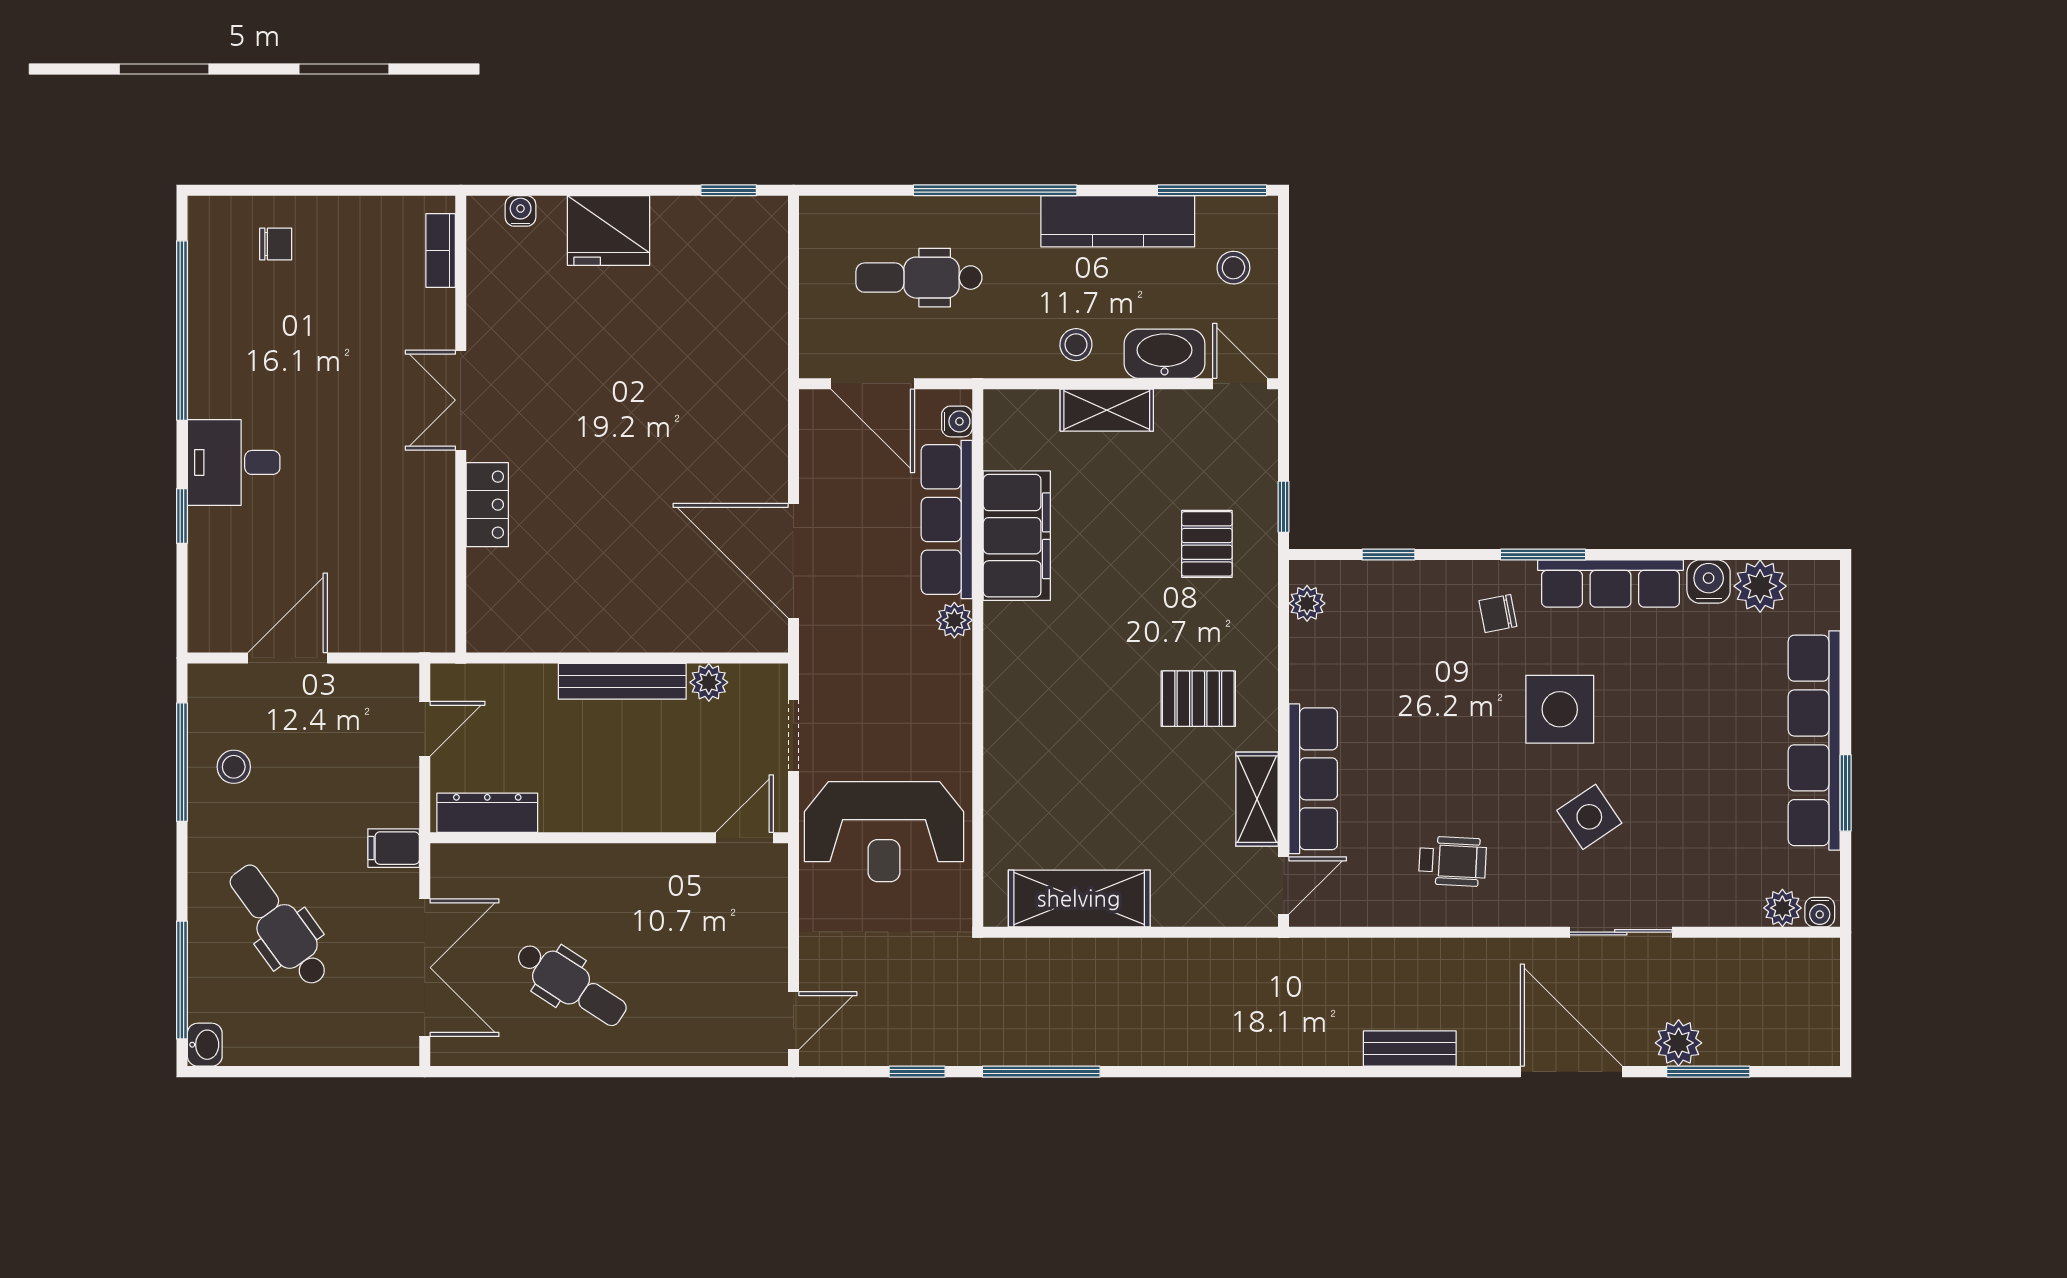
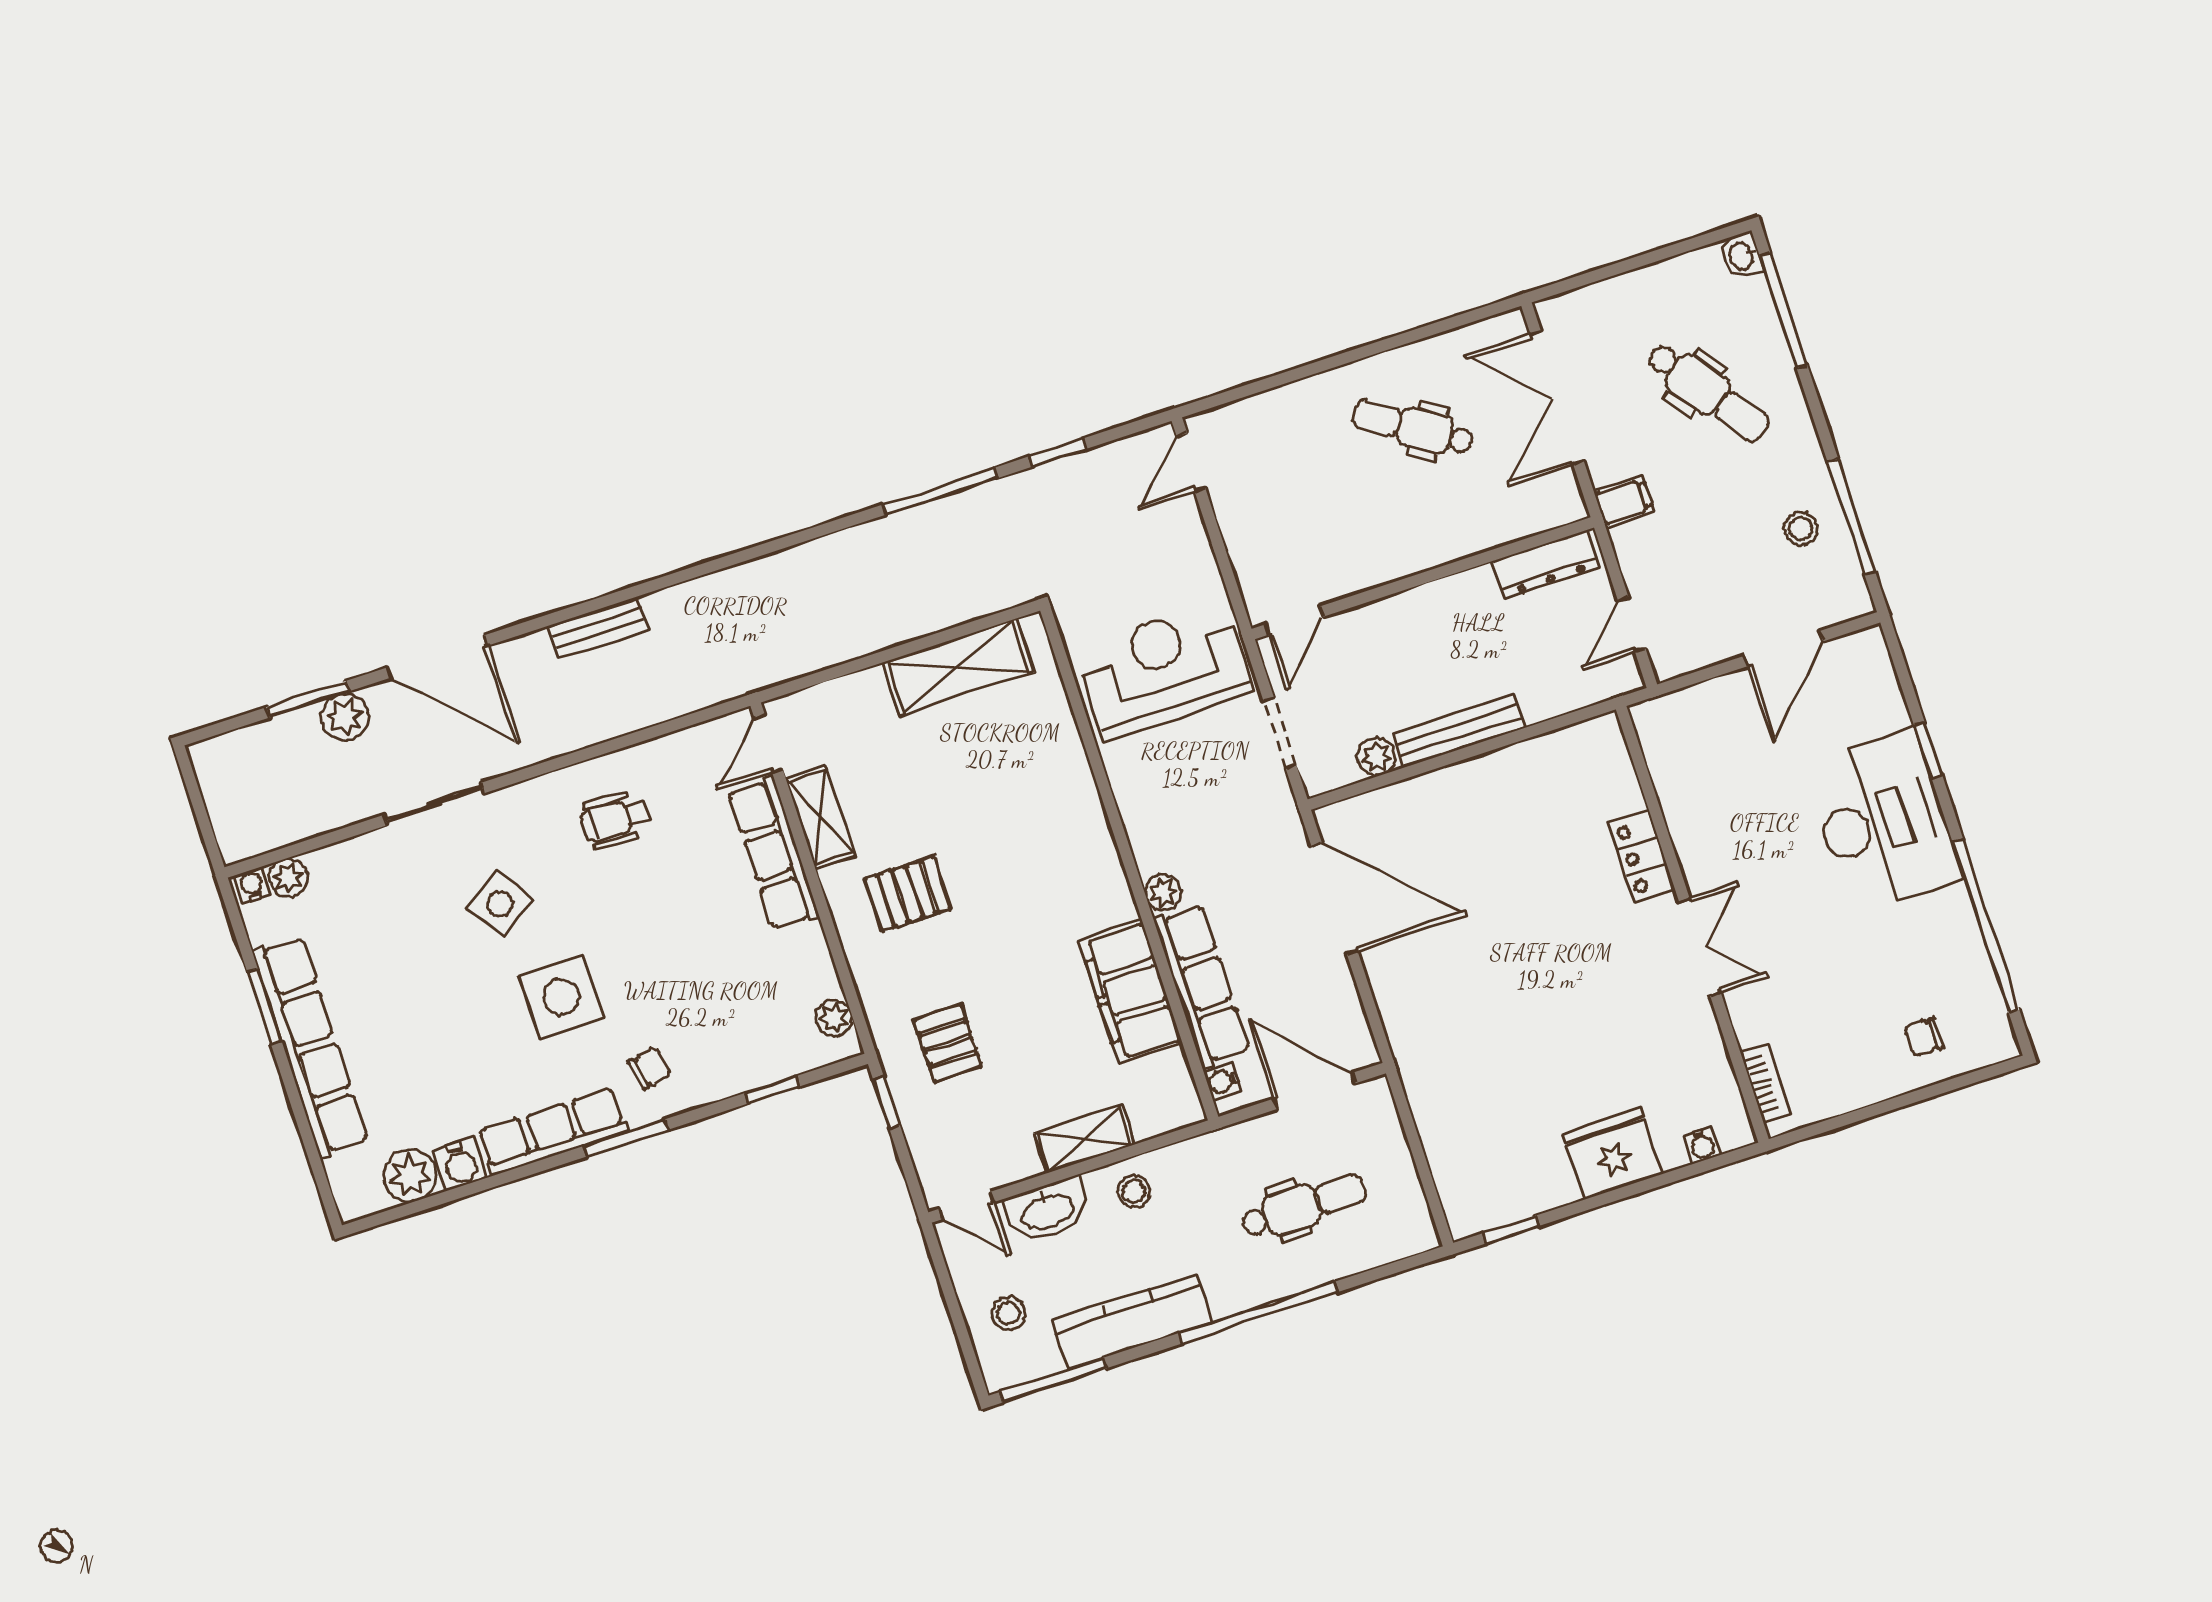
desk: (234, 462) -> (1883, 821), width x1.87, depth x1.30

